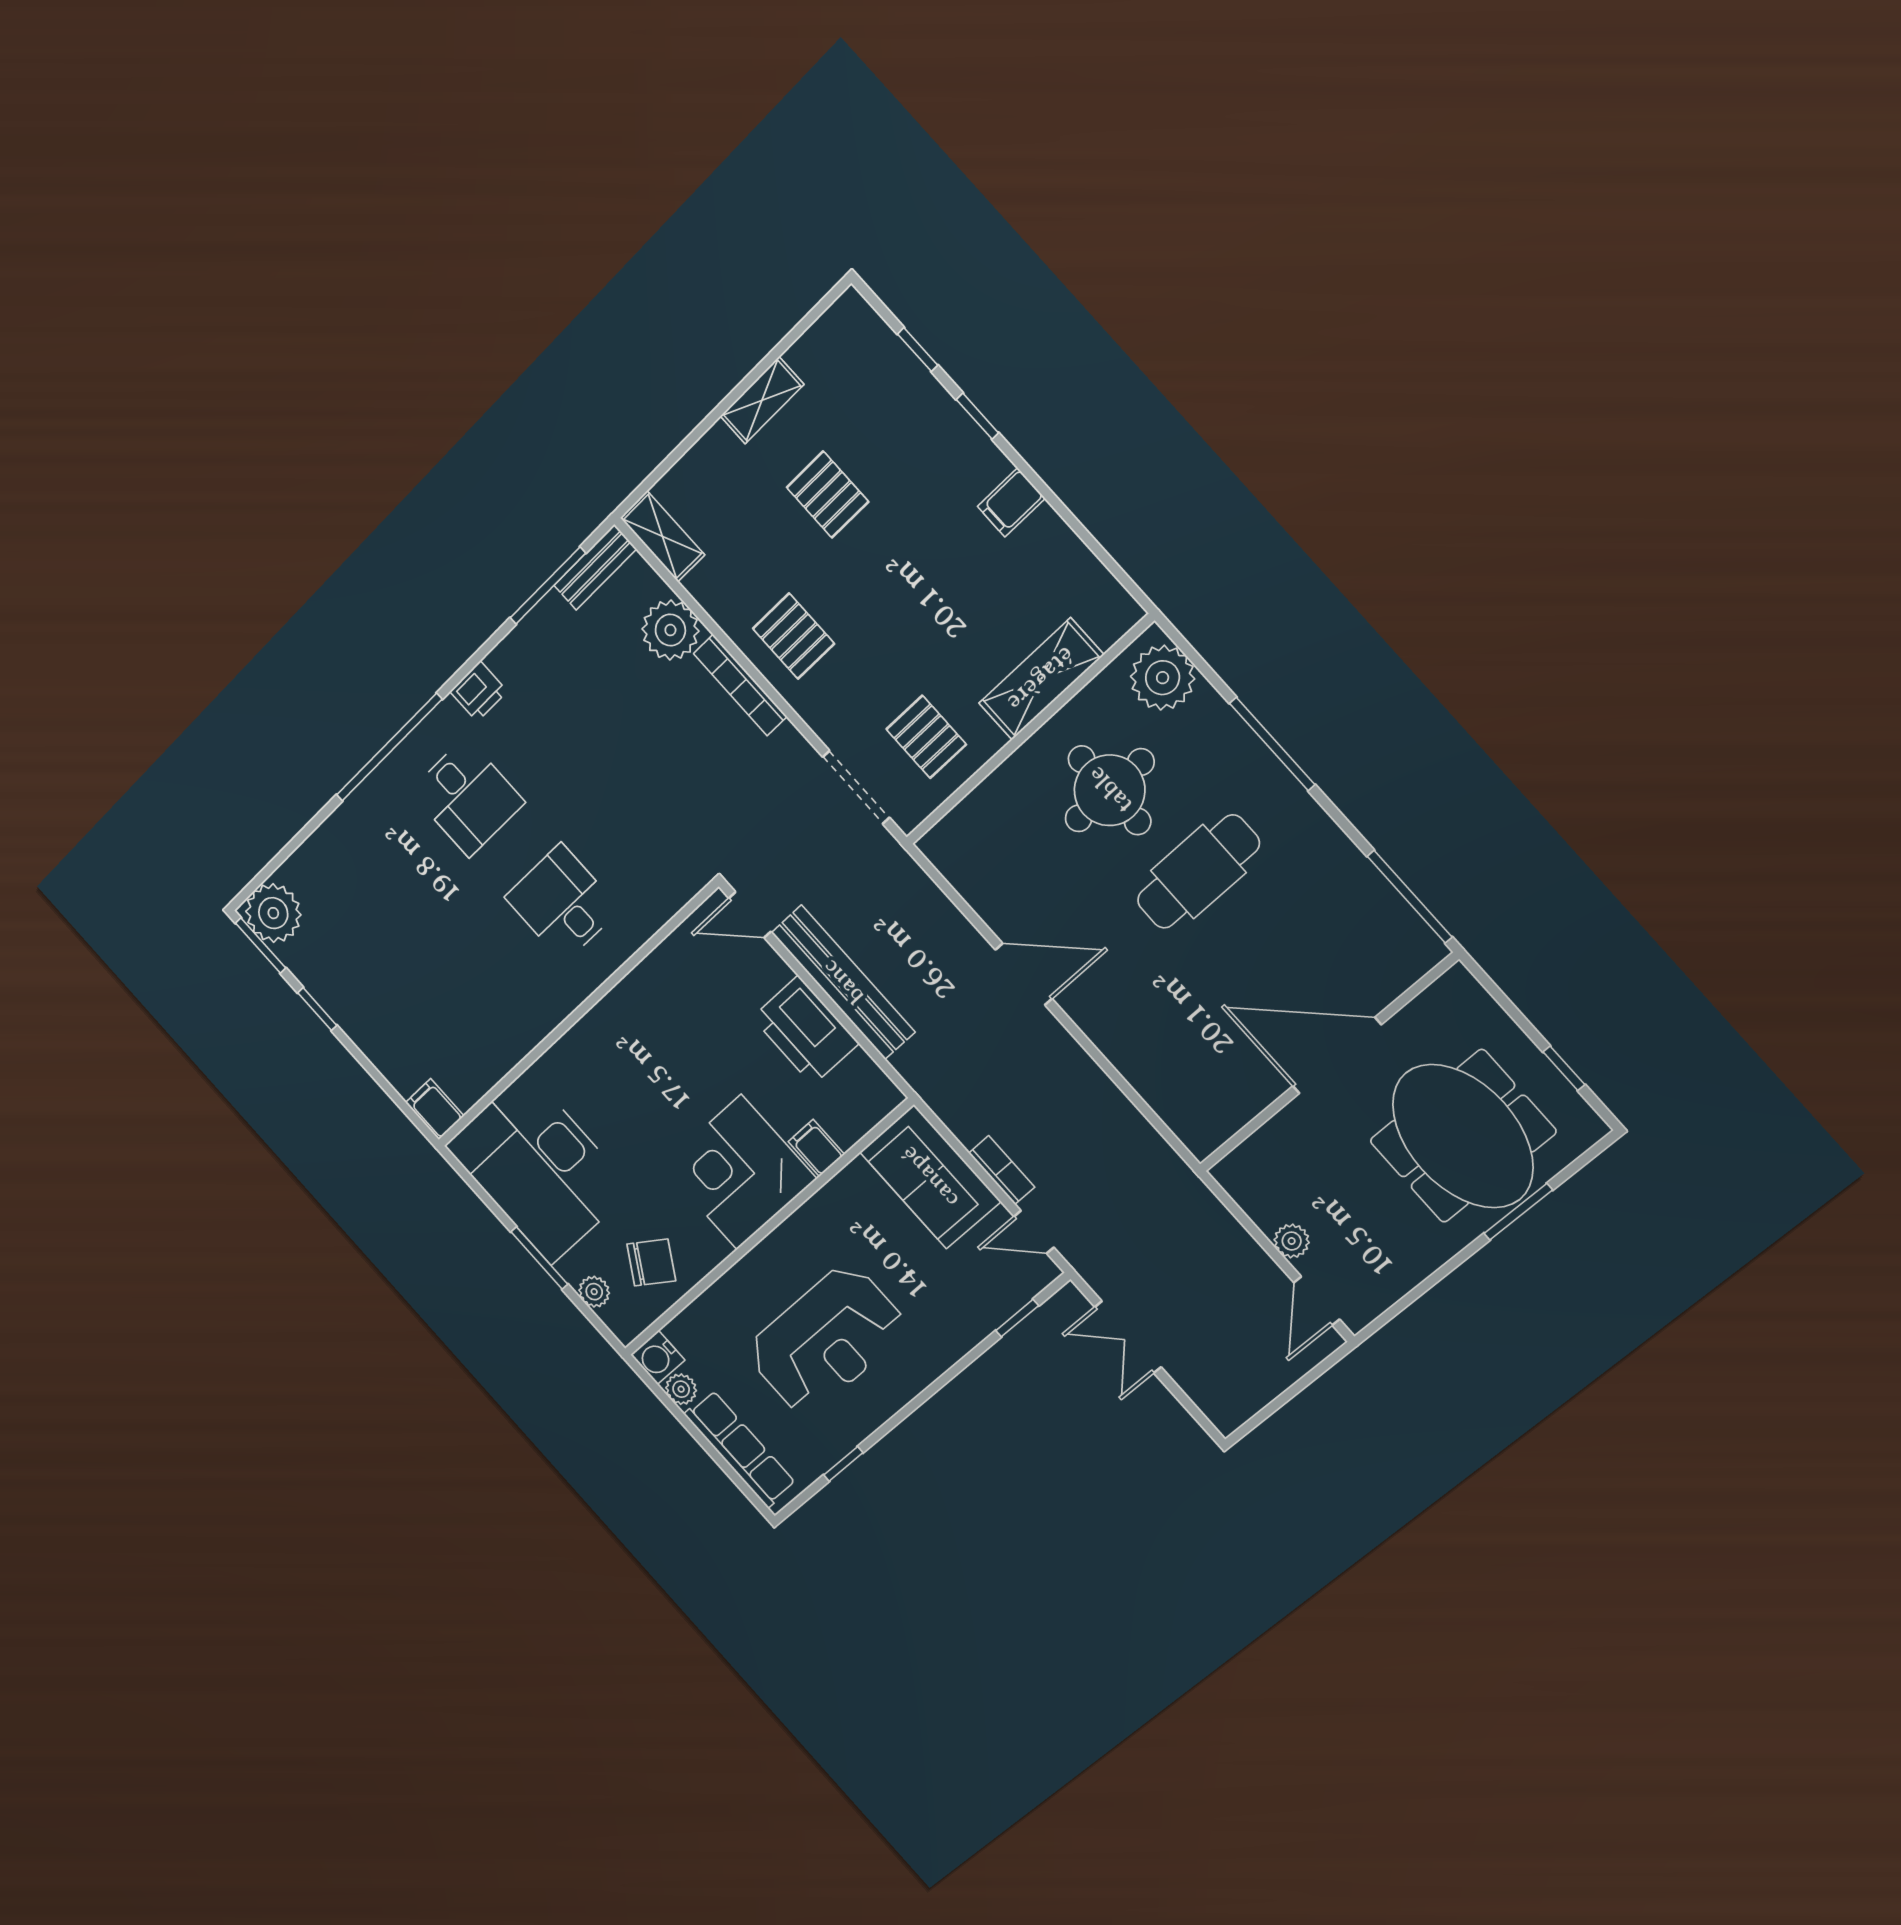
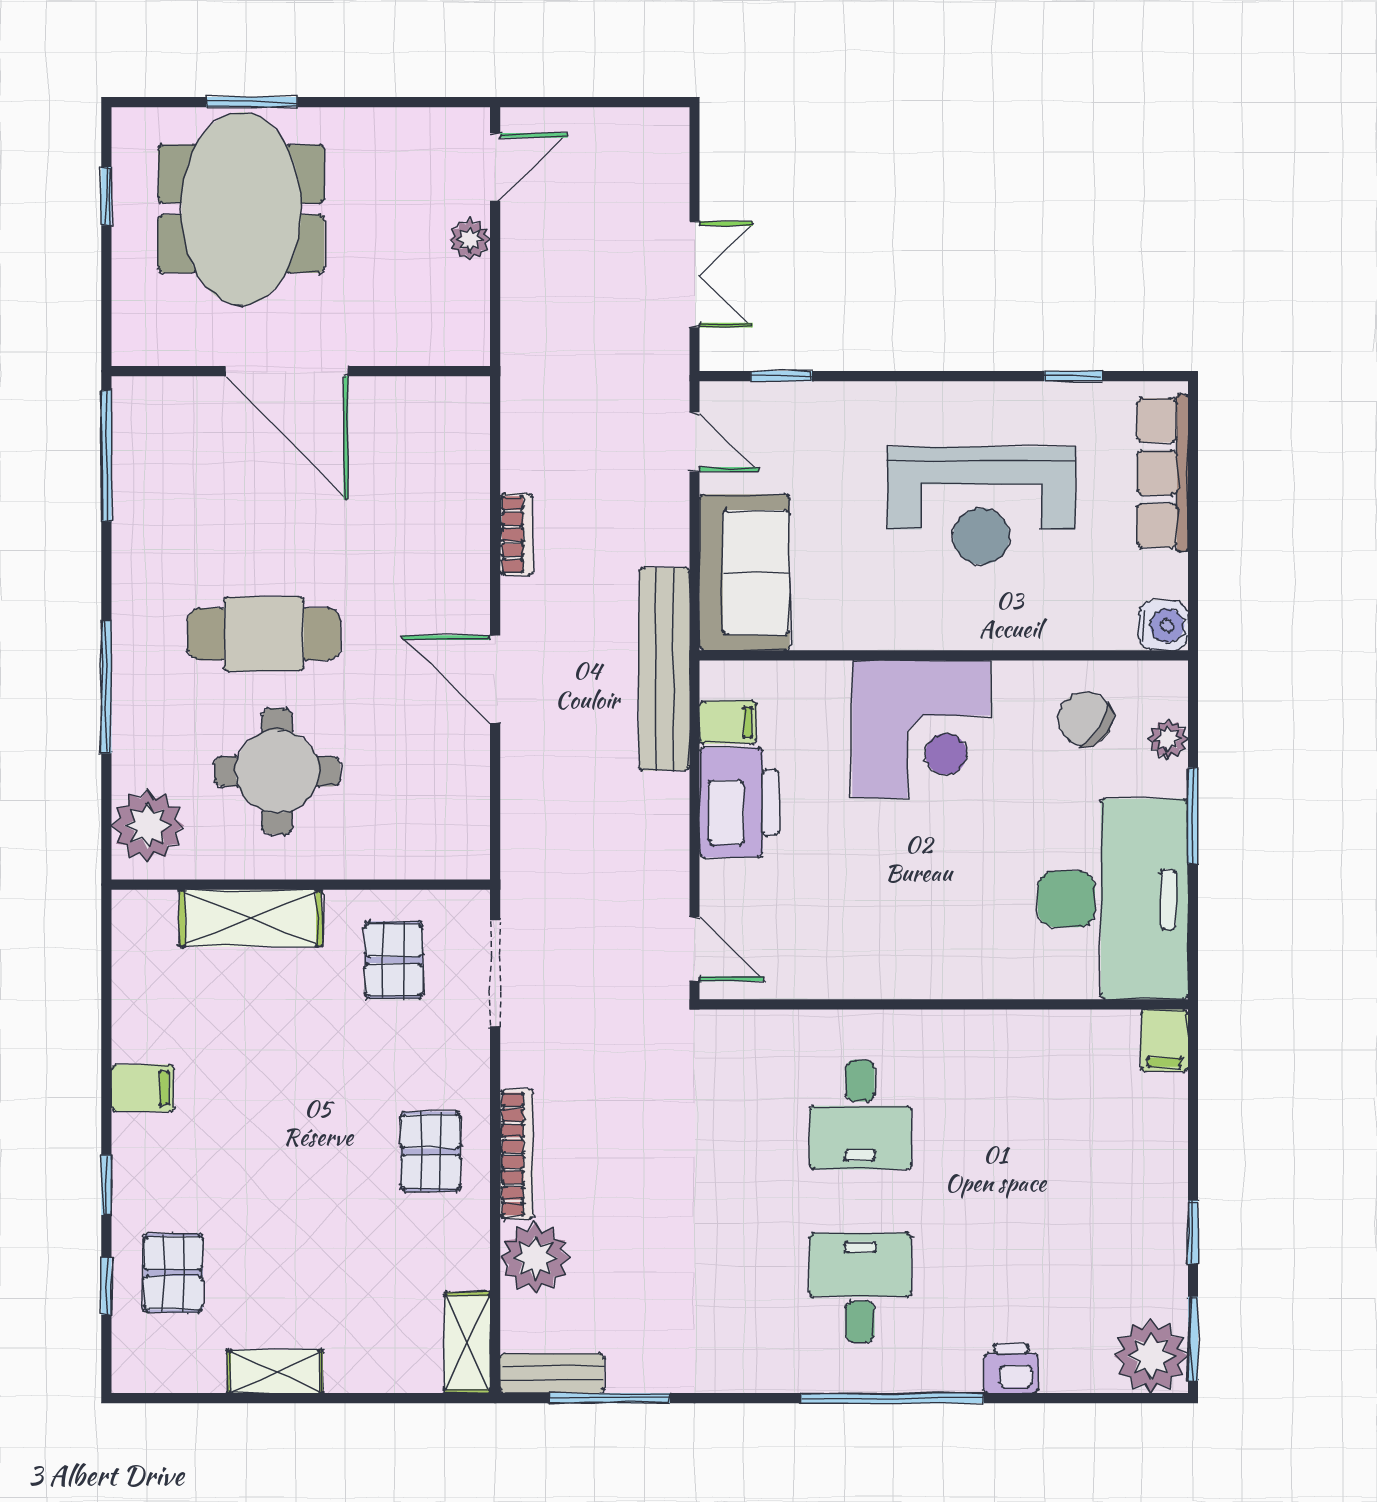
pallet: (828, 495) -> (173, 1273), moved
printer: (479, 691) -> (1011, 1368), moved
bench: (843, 982) -> (664, 669), moved
filing cabinet: (816, 1148) -> (728, 722), moved, turned -90
bookcase: (1002, 1170) -> (517, 534), moved, turned 180
reception desk: (826, 1340) -> (981, 506), turned 180
plant: (681, 1389) -> (1168, 577), removed

